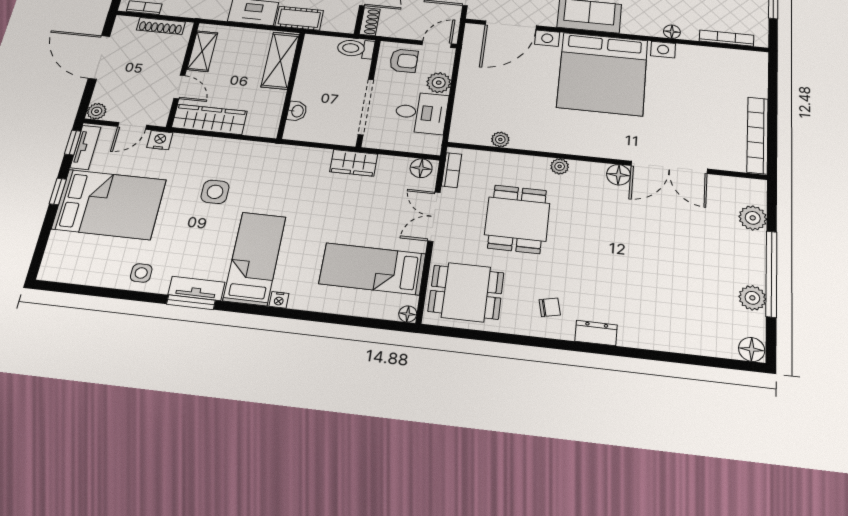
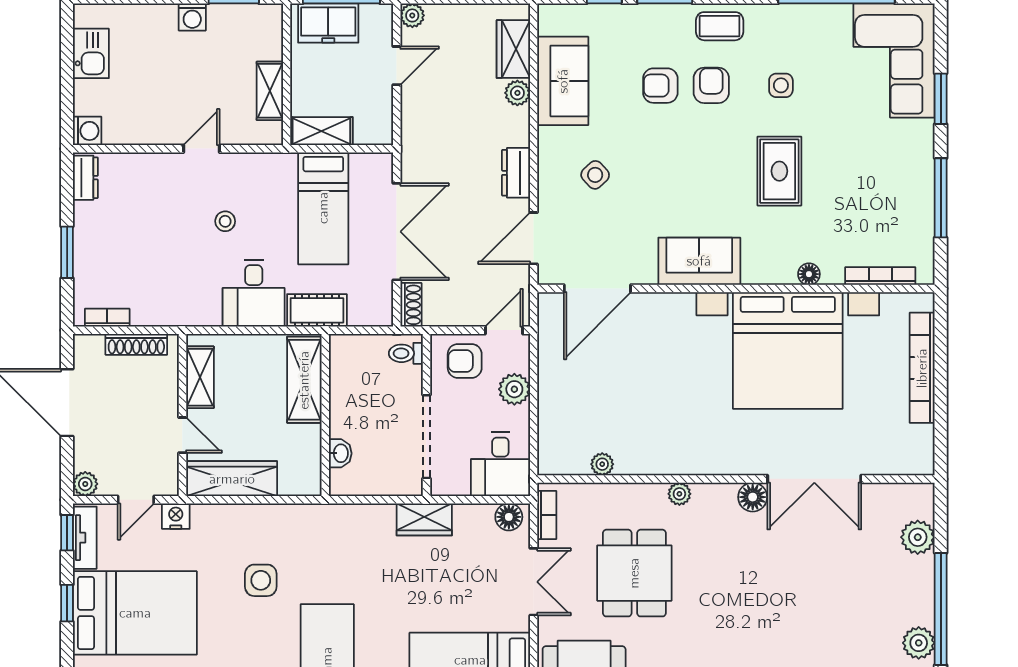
toilet: (356, 49) -> (406, 353), width x0.73, depth x0.72
armchair: (404, 61) -> (465, 361), turned 180
bed with nightstands: (602, 74) -> (788, 351), moved
desk: (421, 113) -> (500, 464), moved, turned 90
bookcase: (757, 135) -> (922, 368), moved
double door: (434, 217) -> (534, 582), swing flipped

